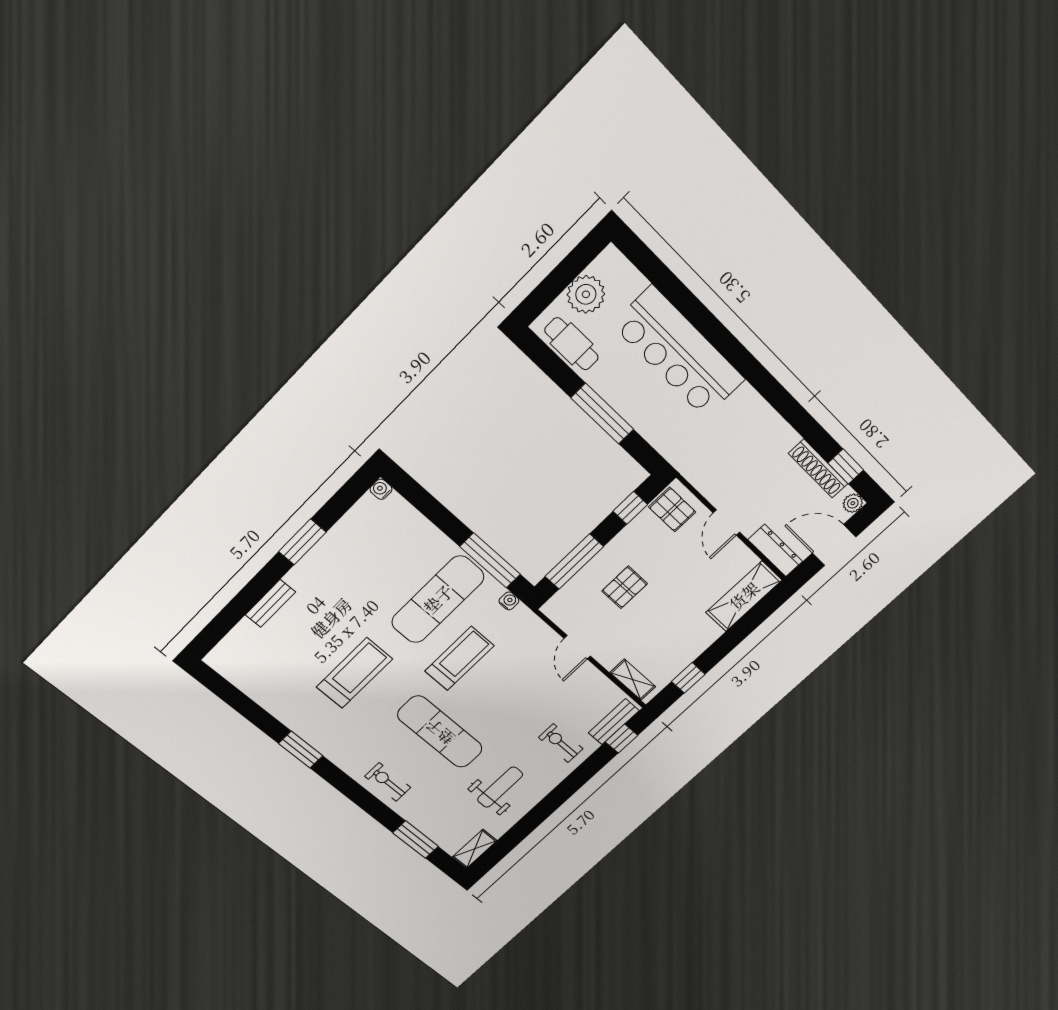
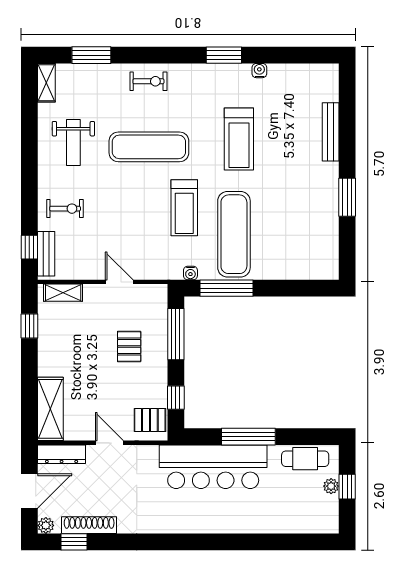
window: (559, 279) -> (347, 487), added
plant: (586, 294) -> (331, 486), width x0.53, depth x0.53
bar counter: (679, 352) -> (213, 467), moved, turned 180
water cooler: (381, 489) -> (259, 71), moved, turned -90
bench: (270, 603) -> (331, 132), width x1.36

